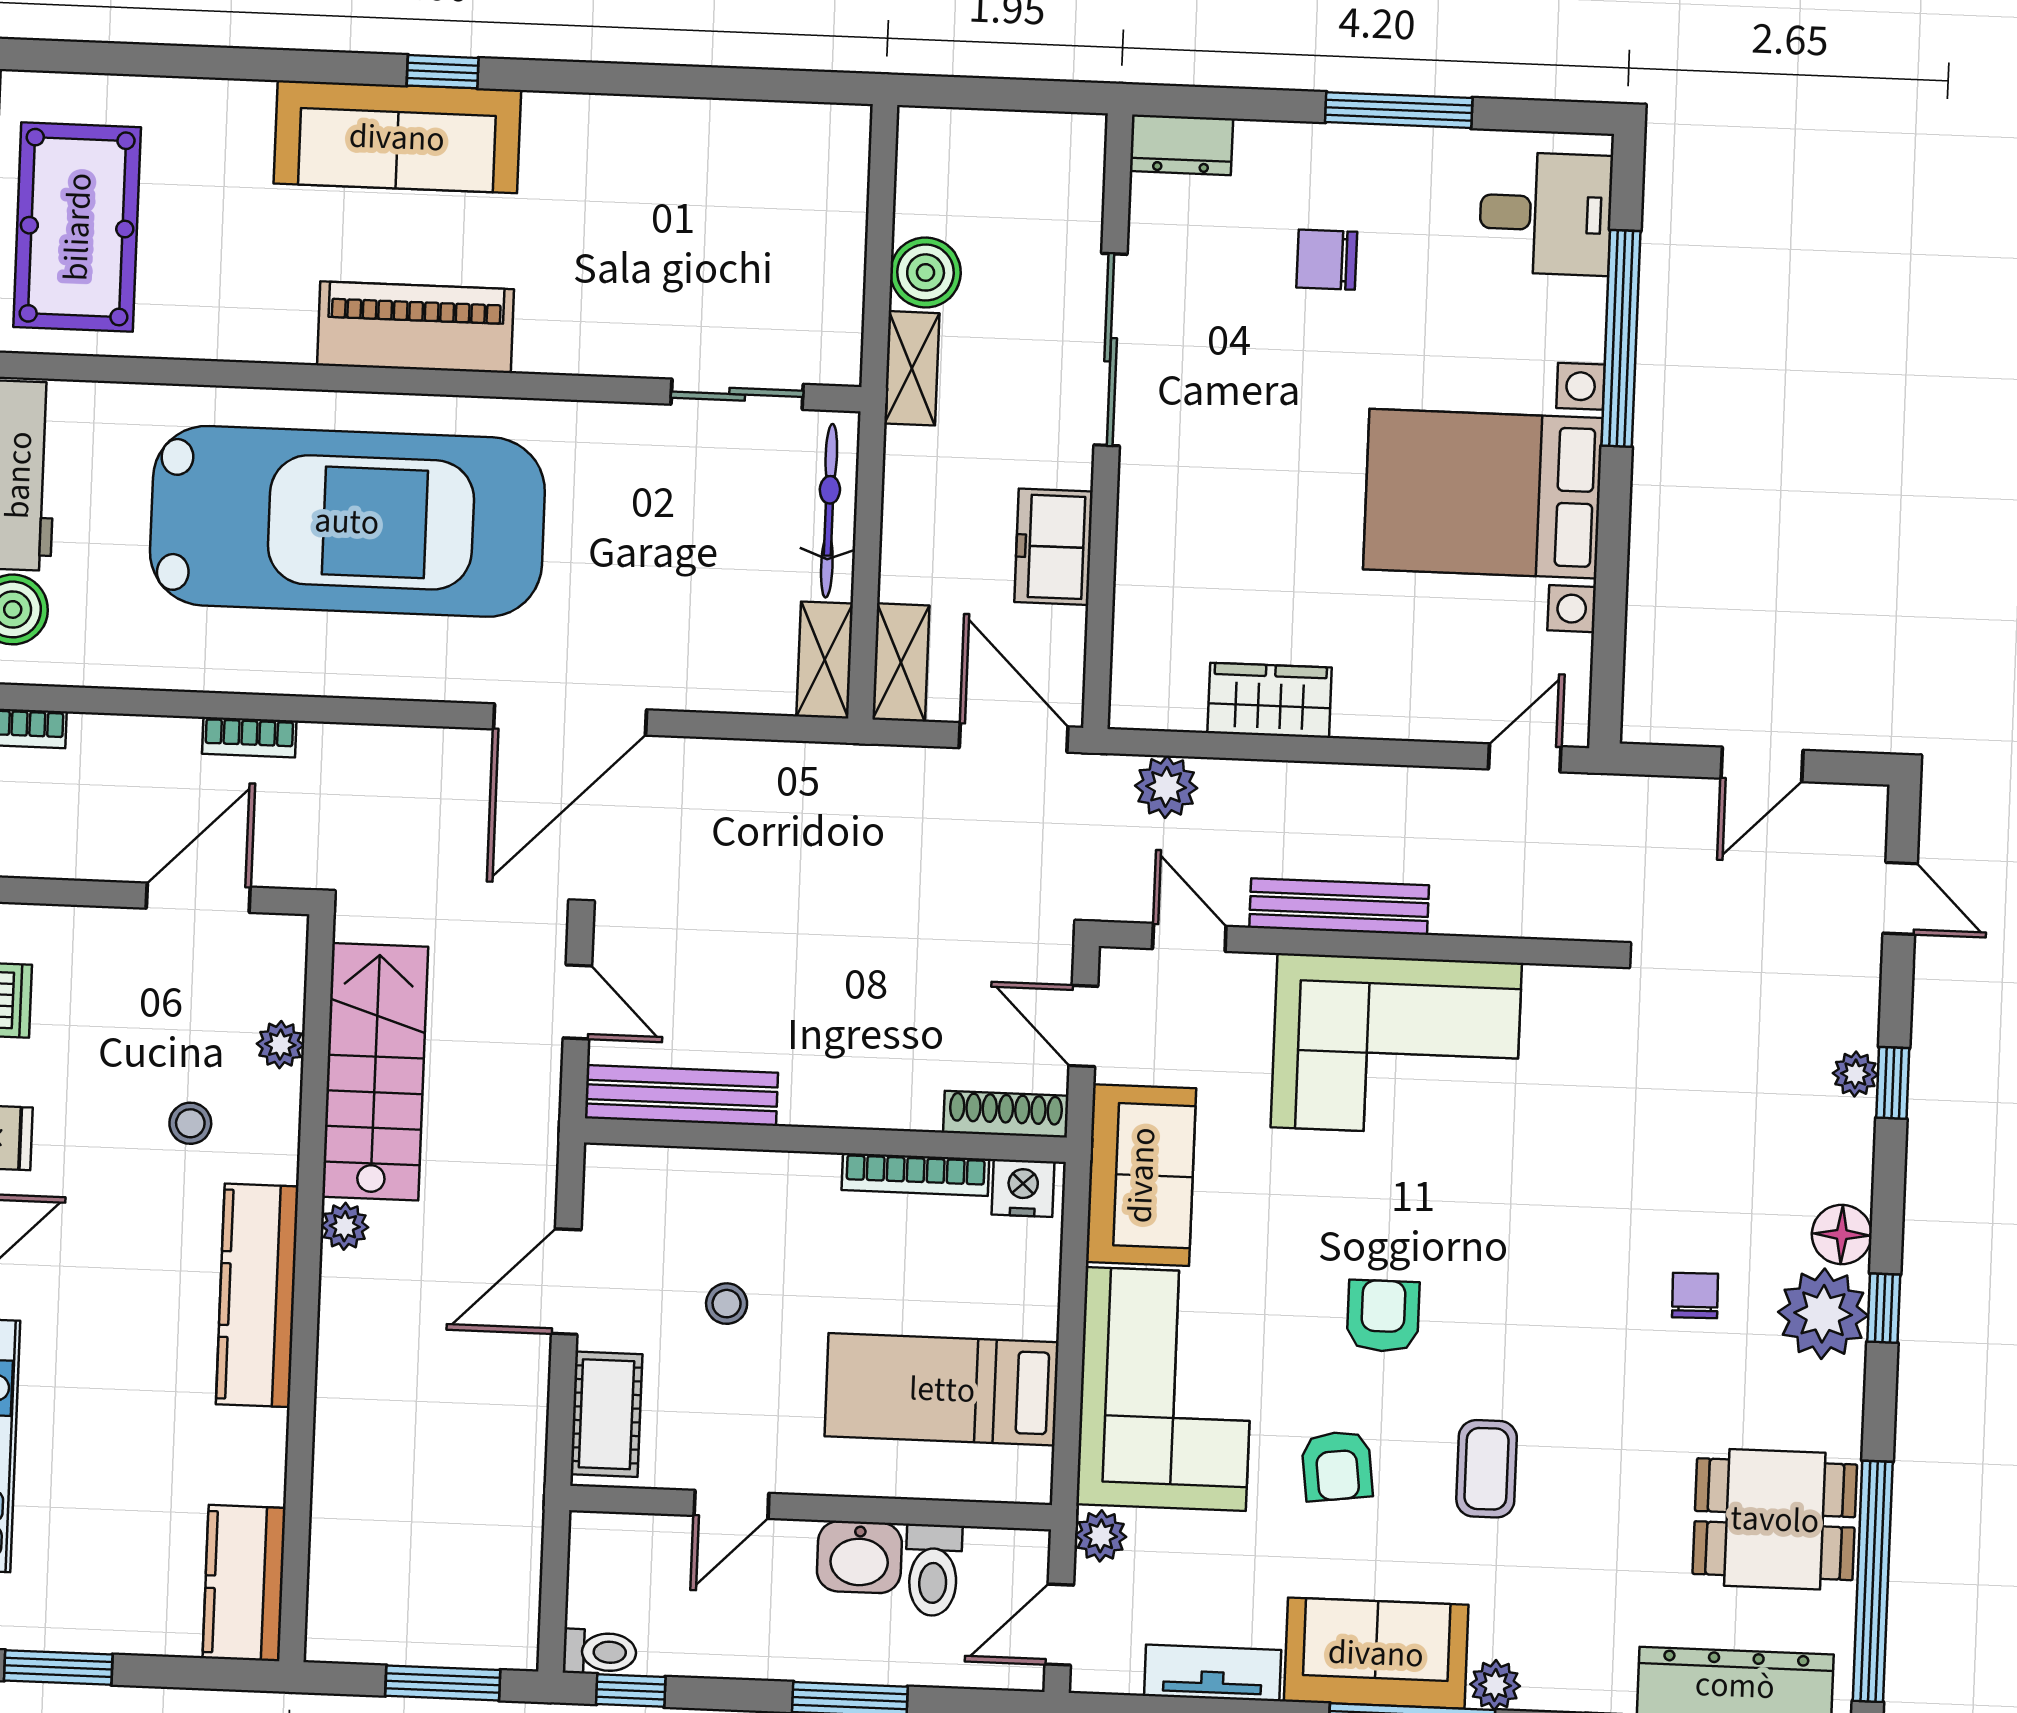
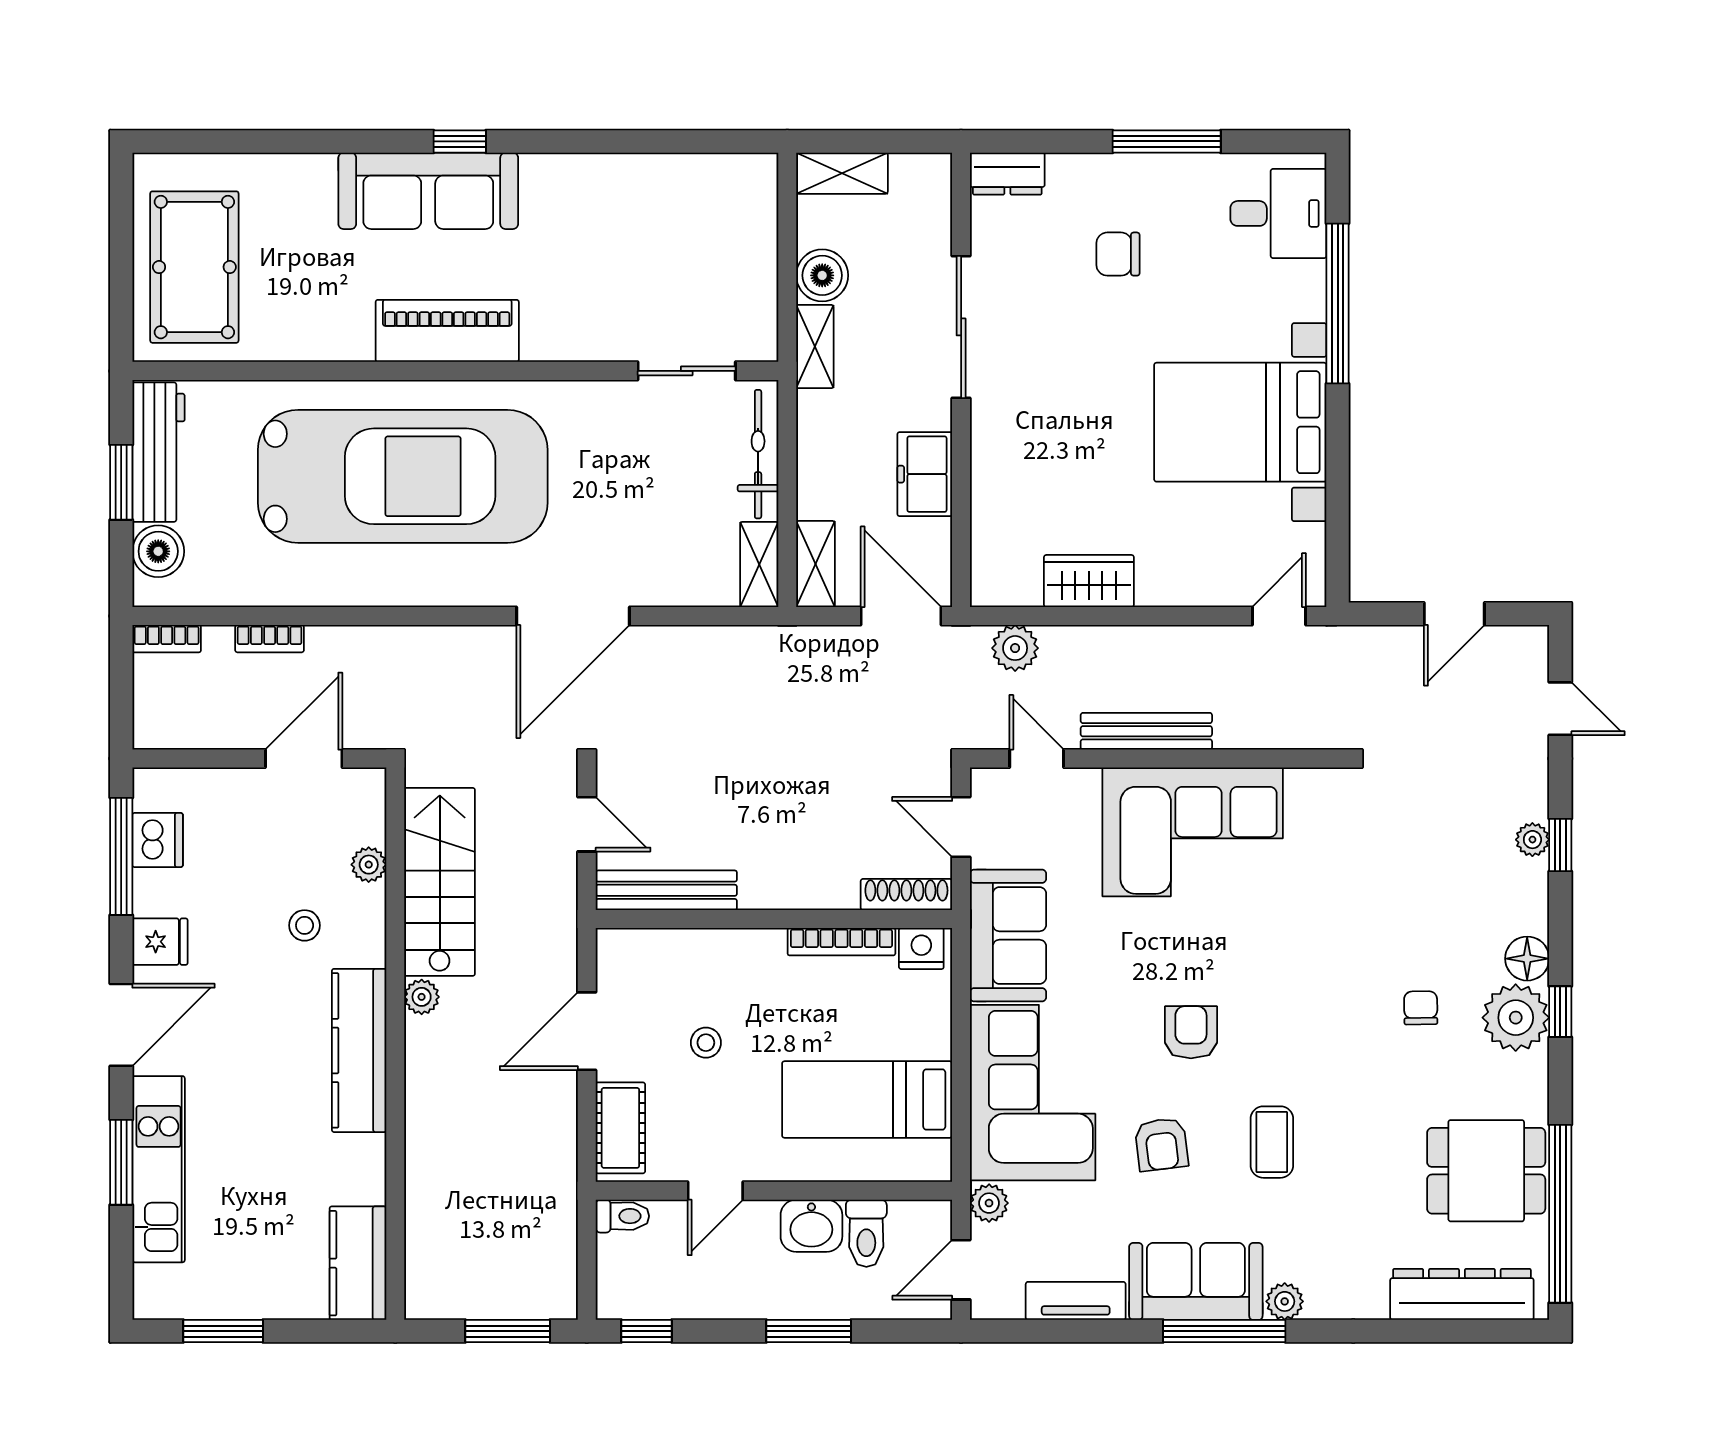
shelving: (958, 135) -> (842, 173), added
bookcase: (249, 737) -> (270, 639), moved
toilet: (600, 1652) -> (622, 1216), moved

